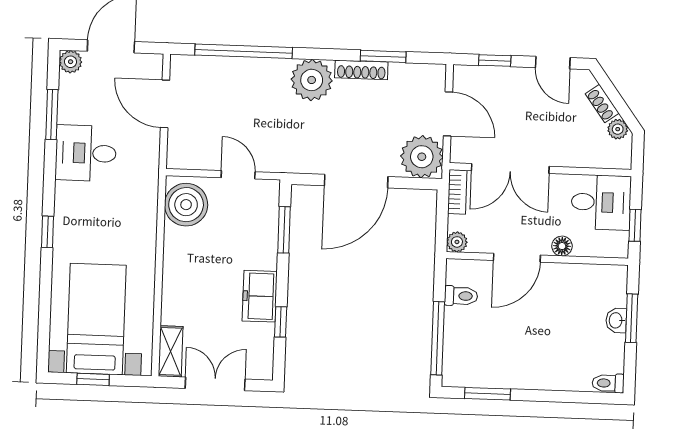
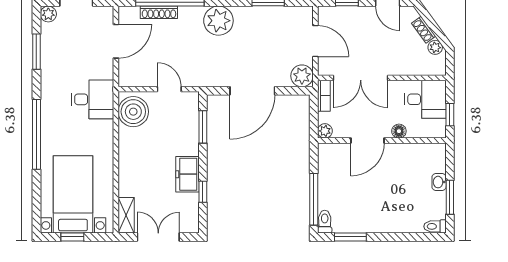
shoe rack: (361, 70) -> (159, 12), moved
door: (165, 104) -> (116, 41), swing flipped
desk: (86, 153) -> (93, 99), moved, turned 180
plant: (422, 157) -> (302, 76), width x0.73, depth x0.73
window: (48, 232) -> (36, 134), width x3.17
toilet: (461, 296) -> (325, 222), moved, turned -90
window: (632, 318) -> (450, 197), moved

